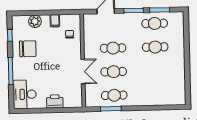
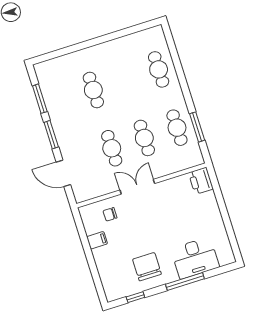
plant: (35, 21) -> (106, 268), removed
cafe table: (155, 23) -> (159, 69), moved
double door: (83, 72) -> (137, 187), moved
desk: (25, 94) -> (195, 258), moved
printer: (55, 101) -> (201, 181), moved

